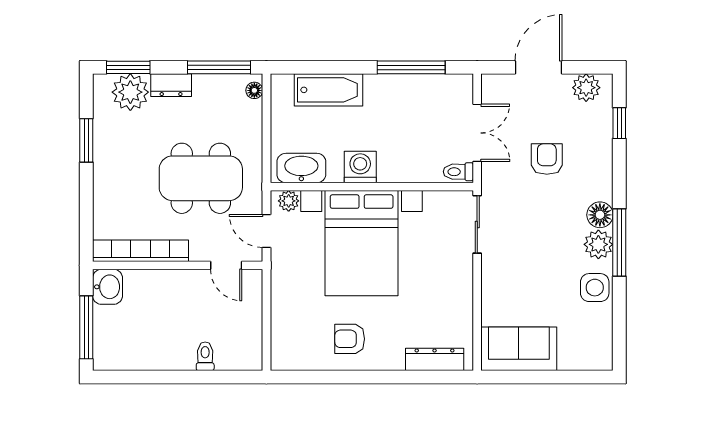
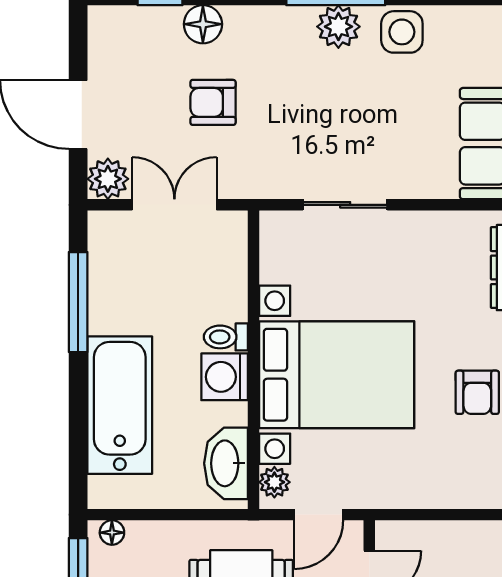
plant: (586, 88) -> (108, 179), moved
bathtub: (328, 90) -> (120, 405), width x1.36, depth x1.36
toilet: (458, 172) -> (226, 337), moved, turned 90
floor lamp: (600, 215) -> (203, 24), moved
sliding door: (477, 224) -> (345, 205), moved

